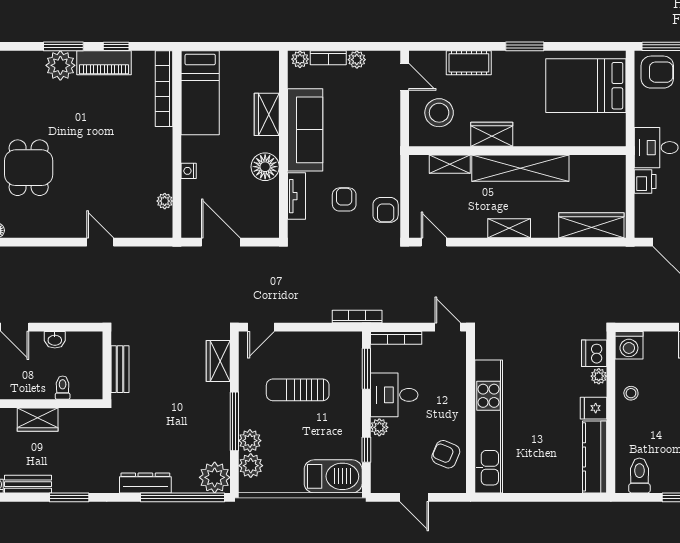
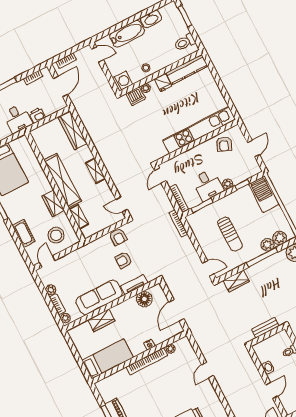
bookcase: (164, 89) -> (147, 361), moved
floor lamp: (265, 167) -> (144, 299), moved
armchair: (386, 210) -> (118, 237), turned 90
door: (434, 242) -> (122, 204), hinge flipped

